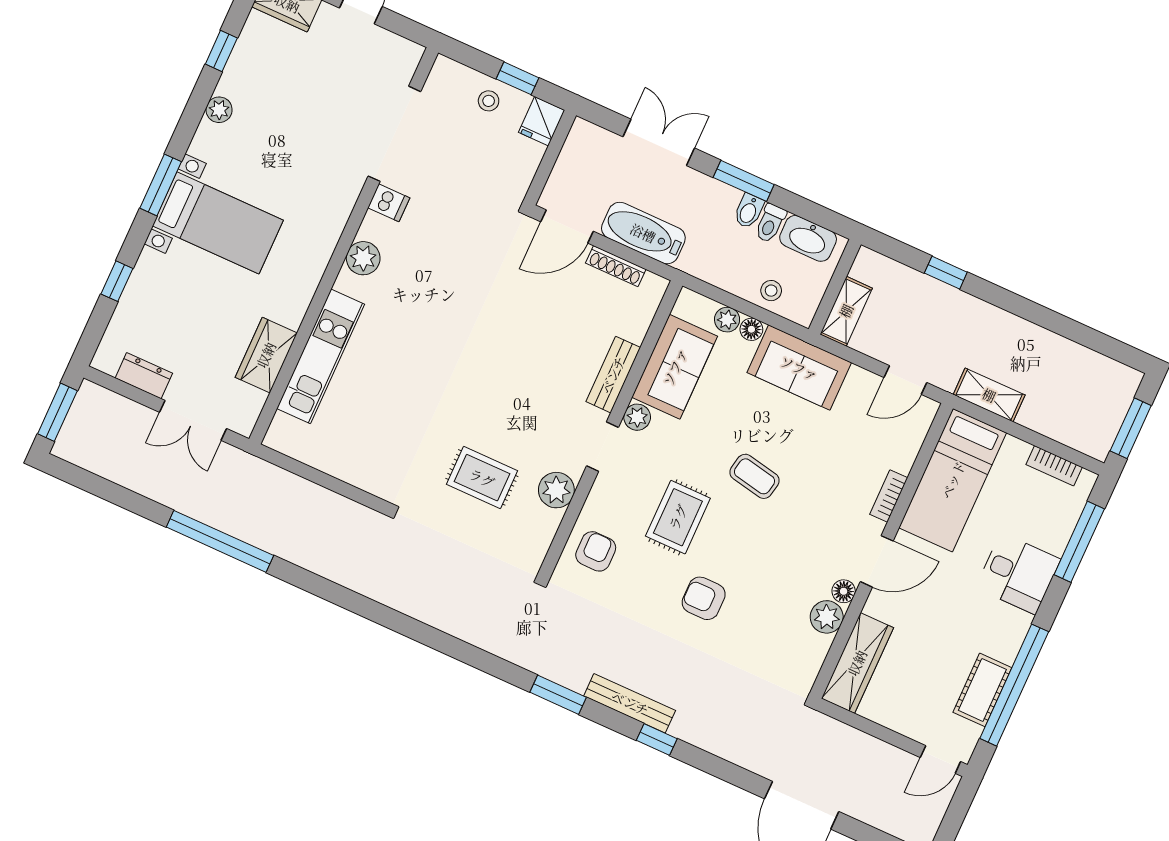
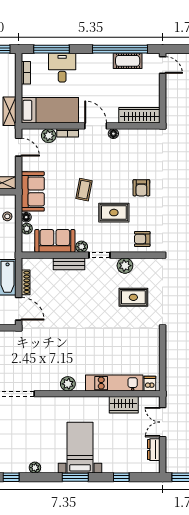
dishwasher: (389, 203) -> (150, 384), moved
double door: (193, 420) -> (163, 422), swing flipped
rug: (482, 478) -> (133, 297), turned 90
desk: (1018, 574) -> (62, 68), moved
plant: (827, 617) -> (49, 136), moved

